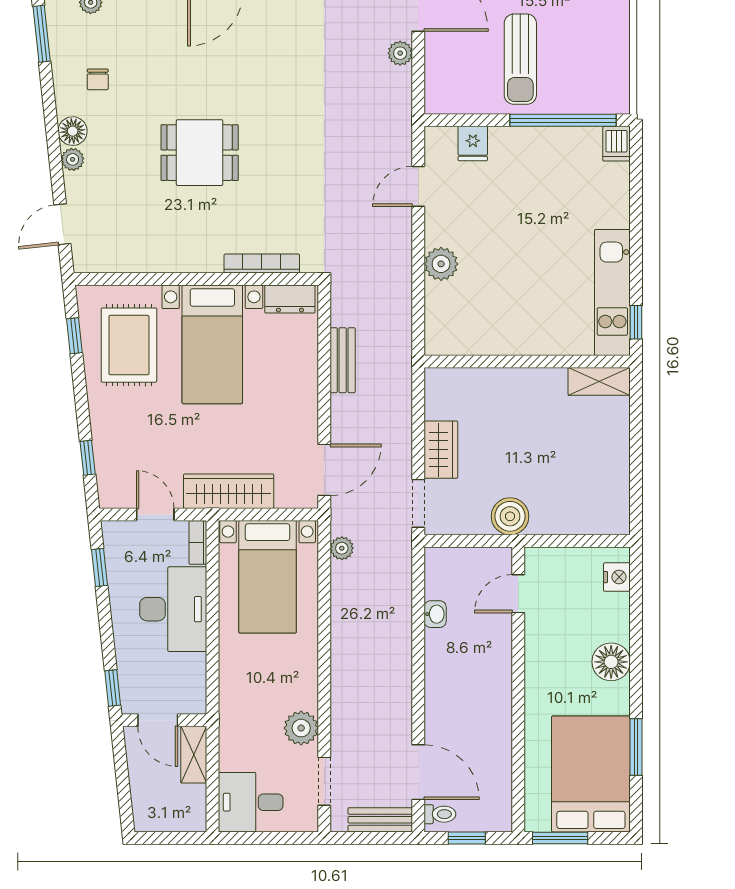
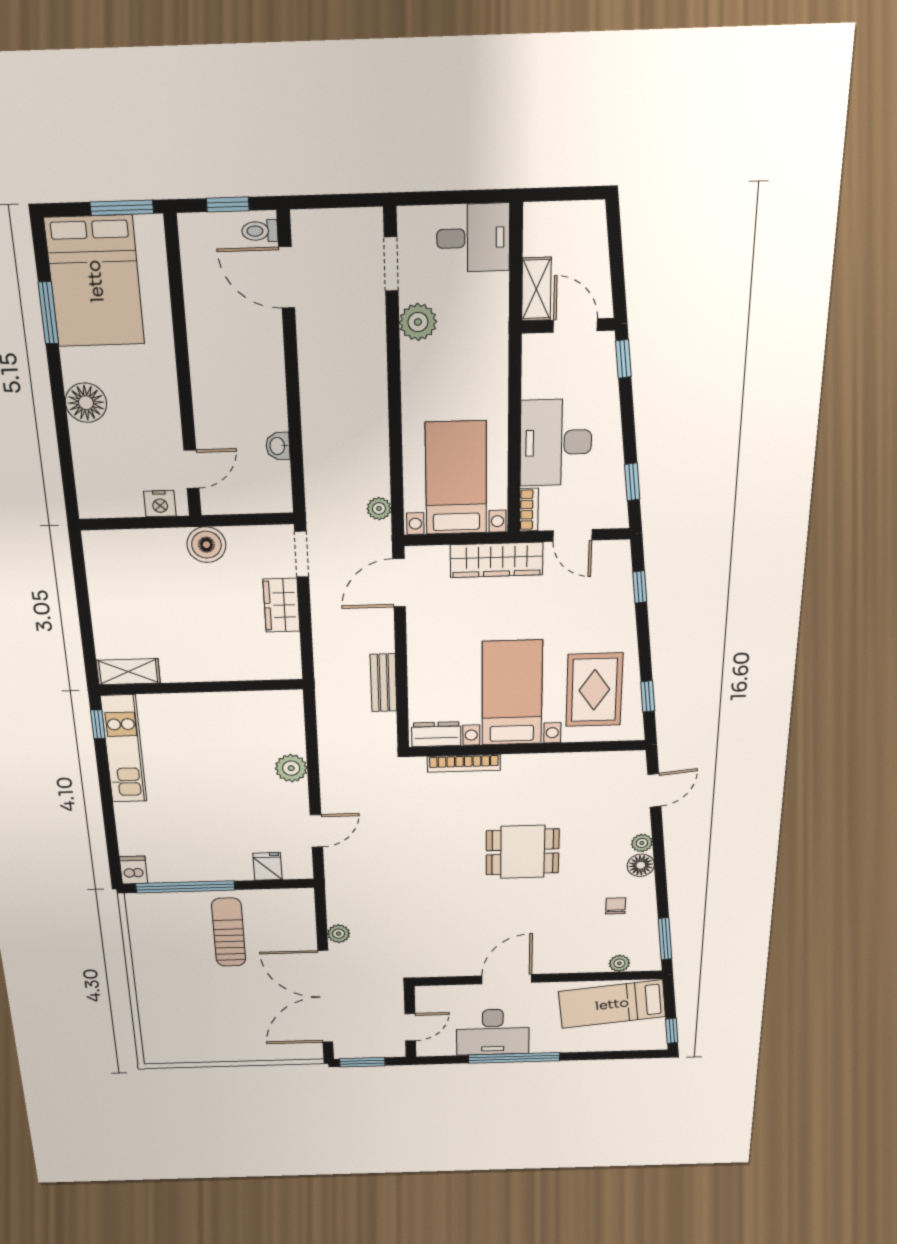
nightstand: (617, 577) -> (160, 504), moved, turned -90
bench: (380, 820) -> (327, 222), removed

